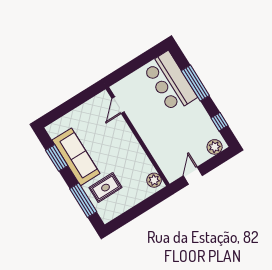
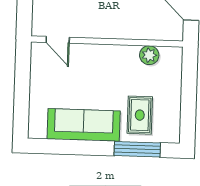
window: (57, 158) -> (71, 147), removed
plant: (154, 180) -> (149, 55), moved

